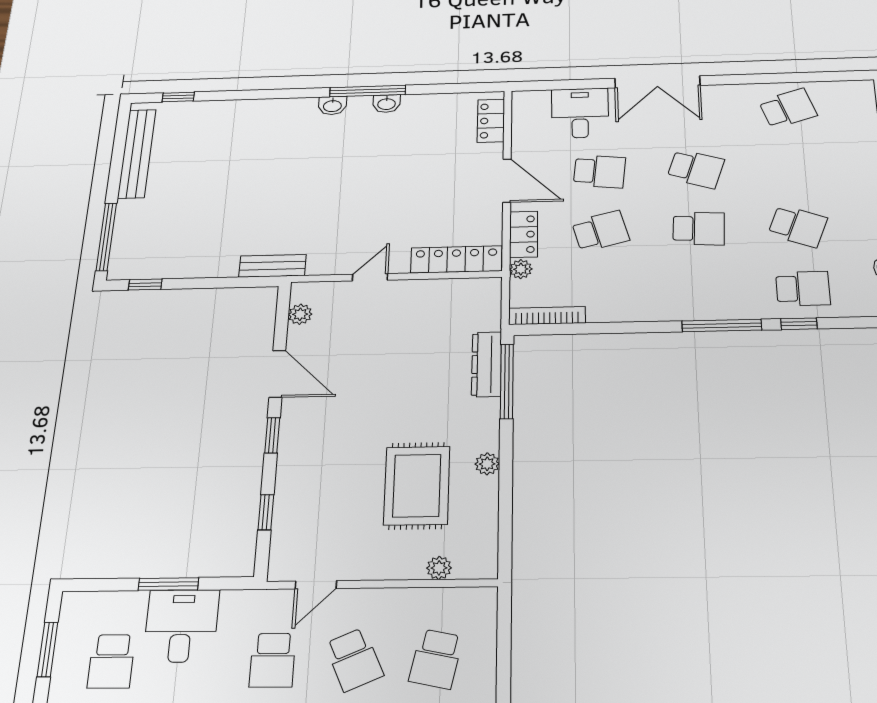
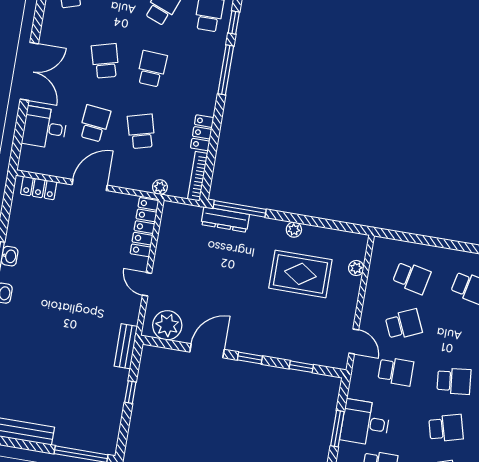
school desk: (696, 169) -> (105, 61), turned -33
locker: (524, 234) -> (202, 133), moved, turned -90
window: (145, 285) -> (130, 392), moved
plant: (300, 314) -> (167, 325), width x1.88, depth x1.88

